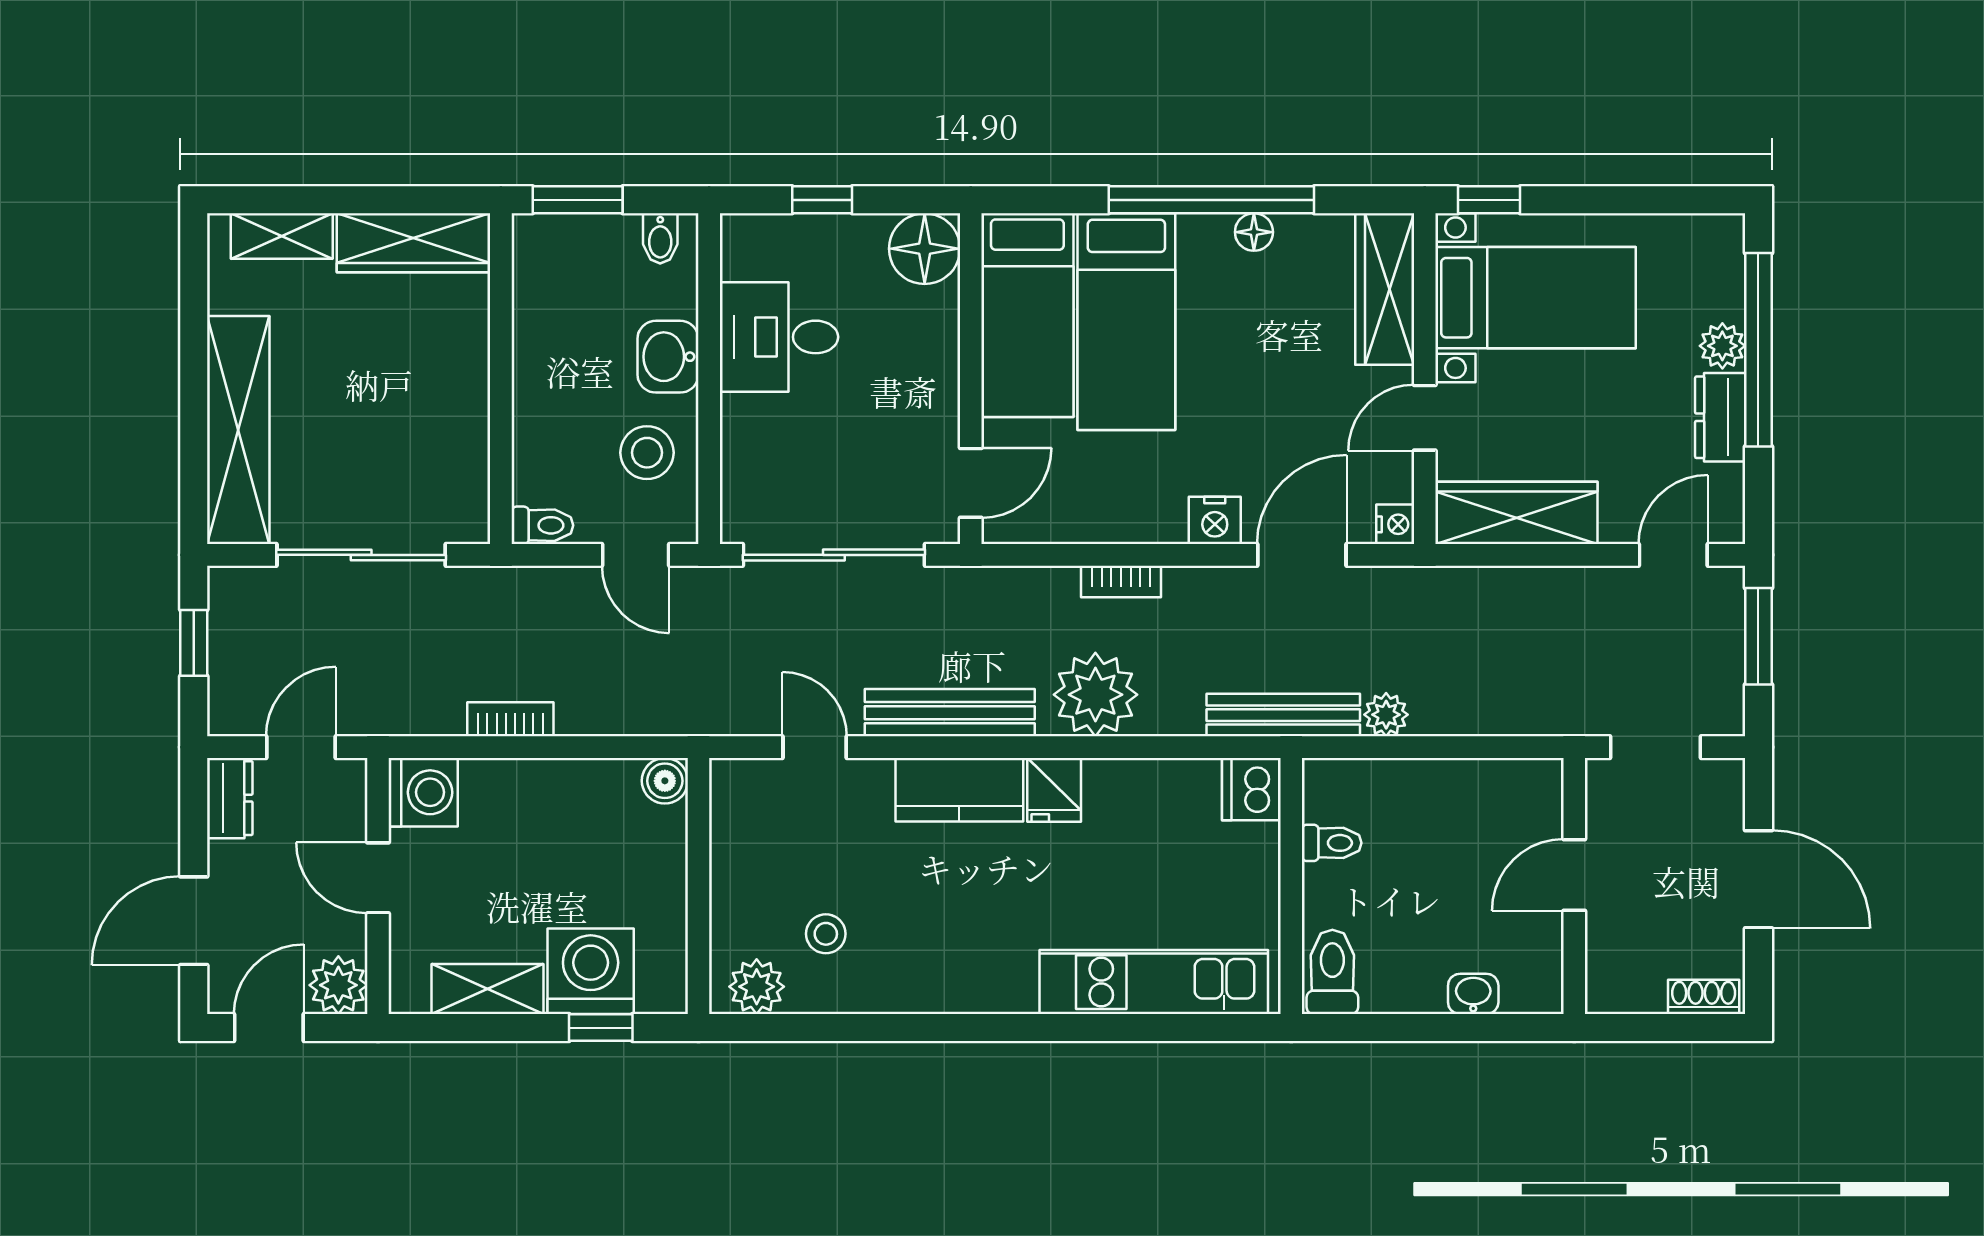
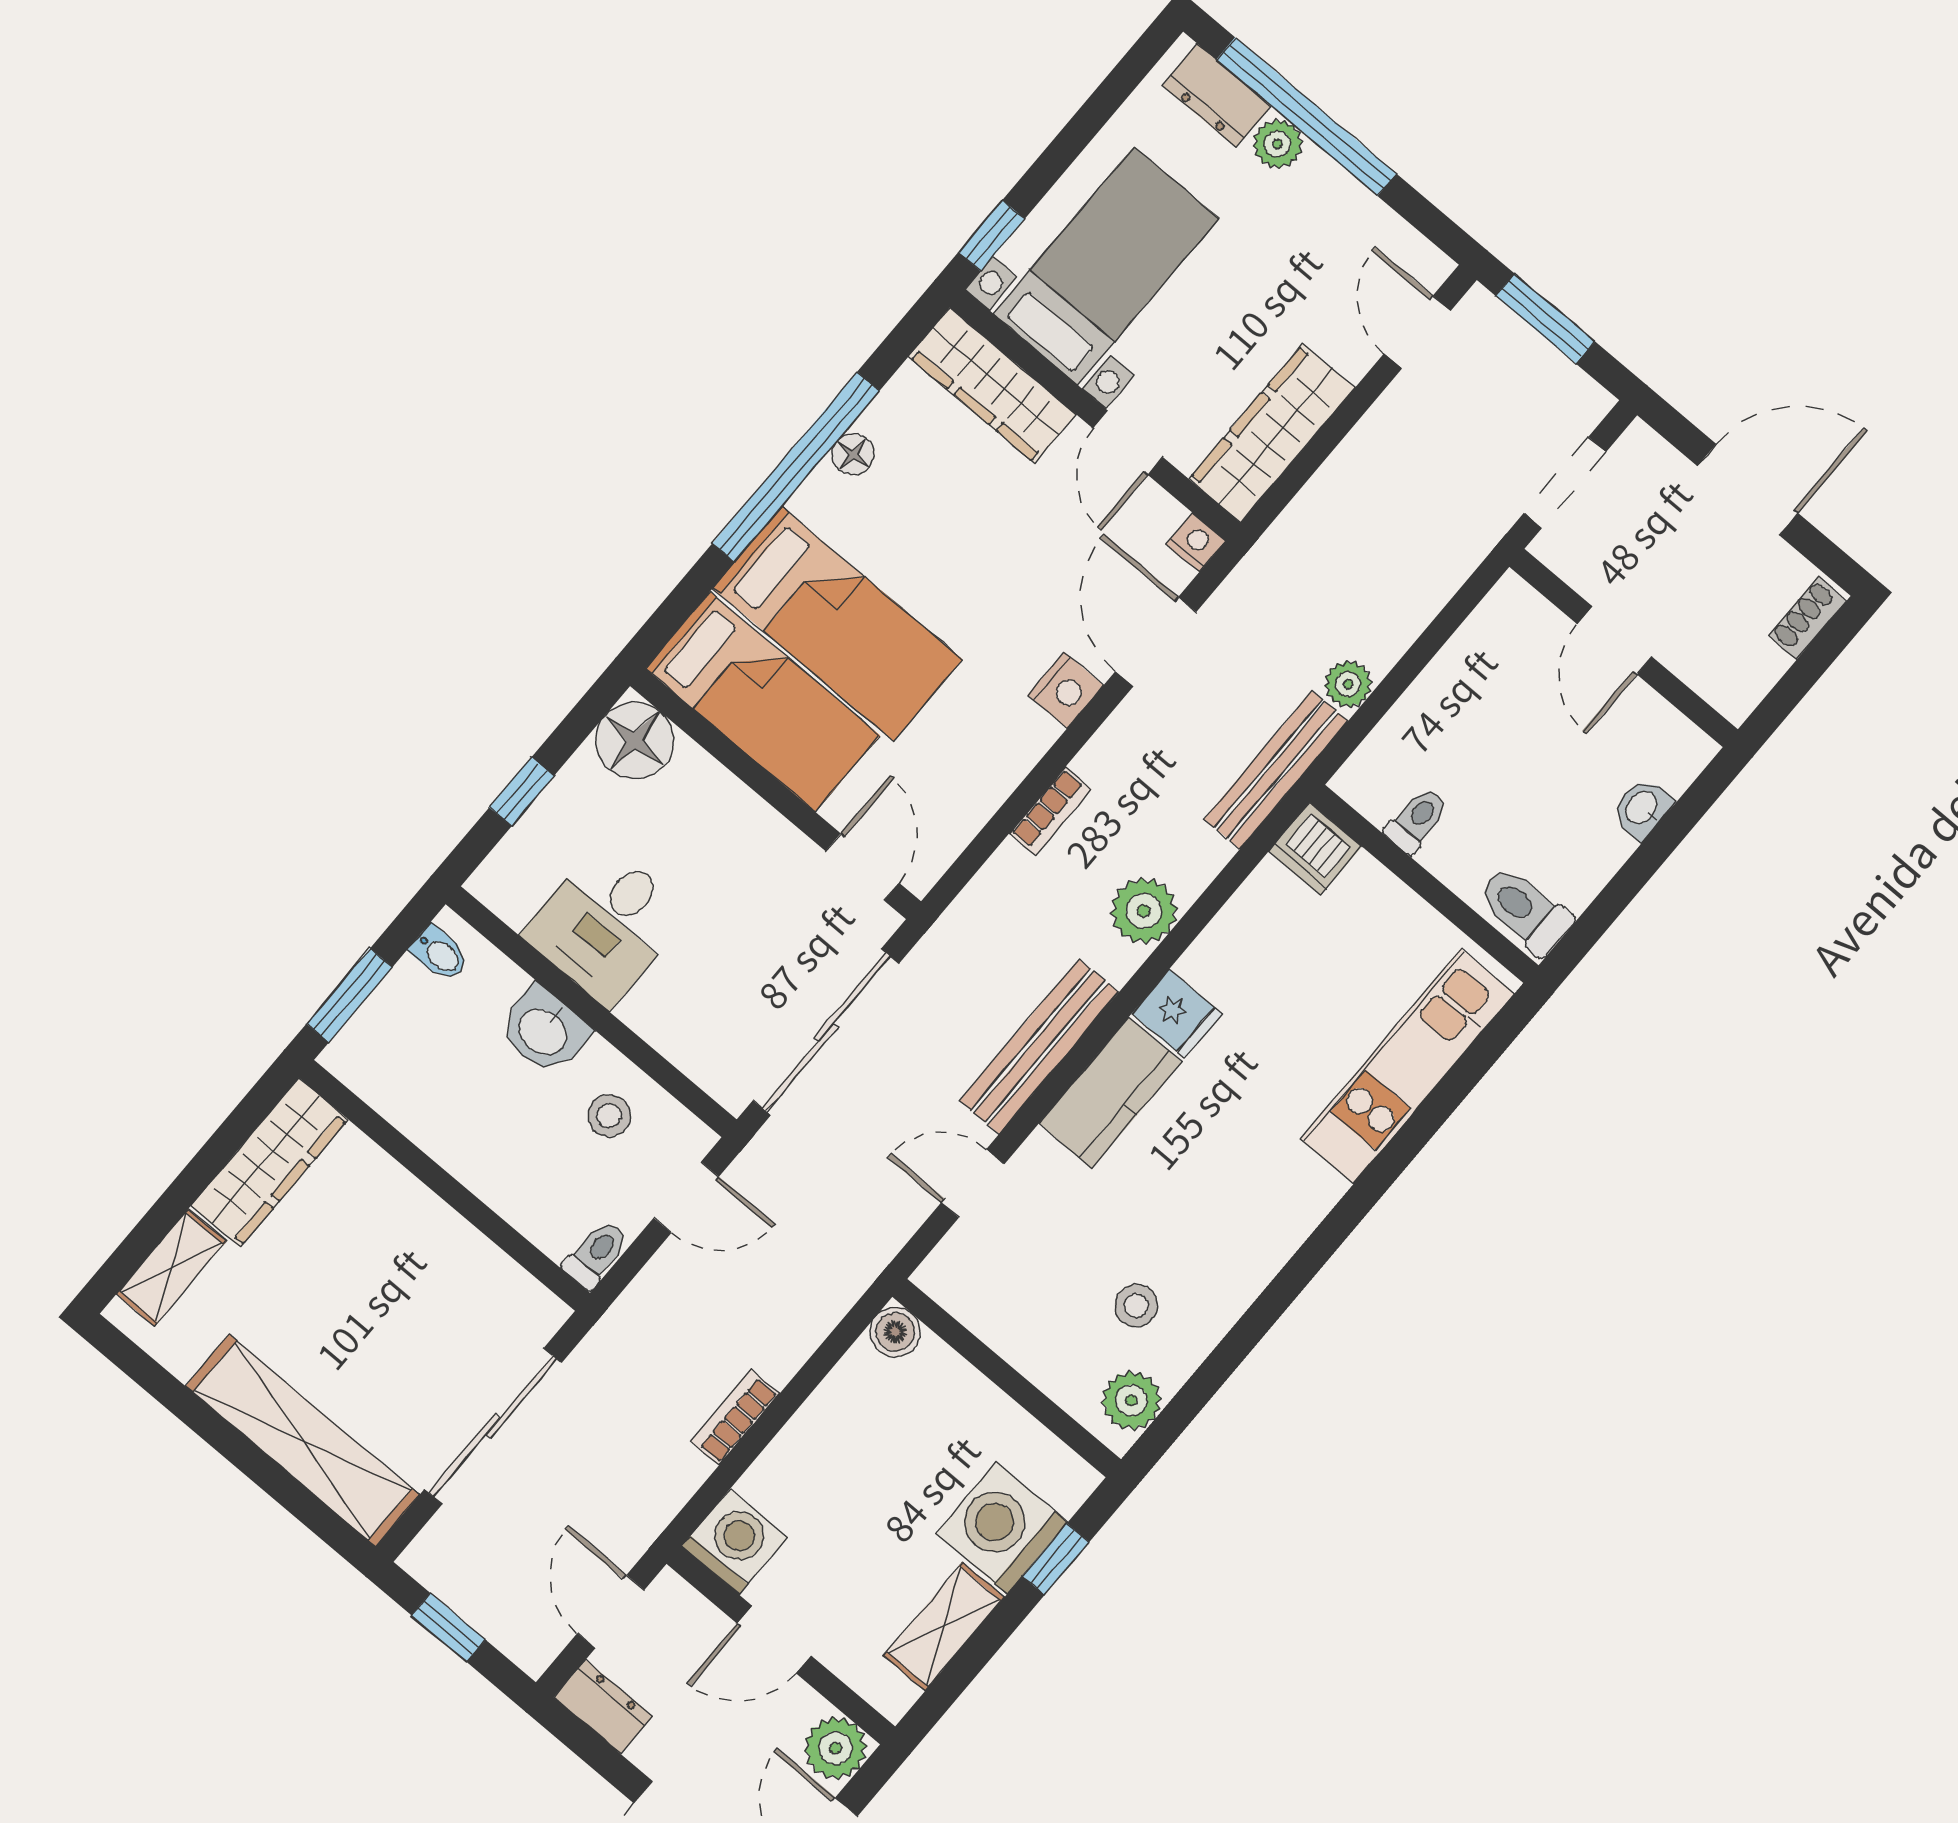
dresser: (1720, 417) -> (1217, 96), moved
stool: (647, 453) -> (609, 1116), width x0.73, depth x0.73
plant: (1095, 695) -> (1144, 911), width x0.73, depth x0.73

